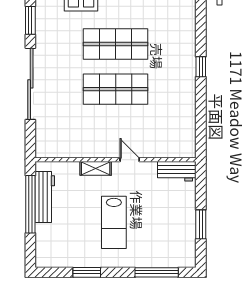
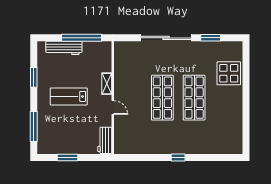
door: (130, 160) -> (113, 108), hinge flipped
workbench: (45, 197) -> (64, 48), moved

